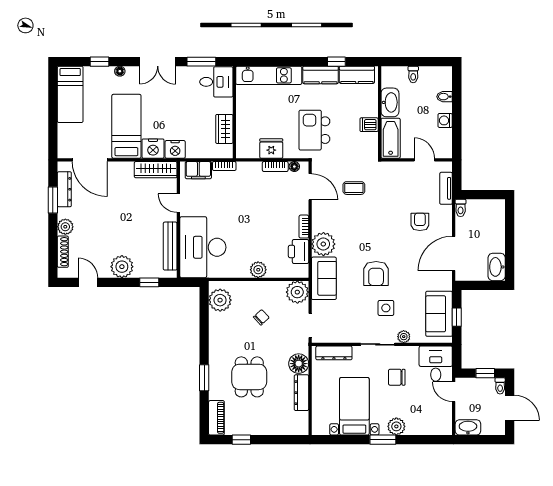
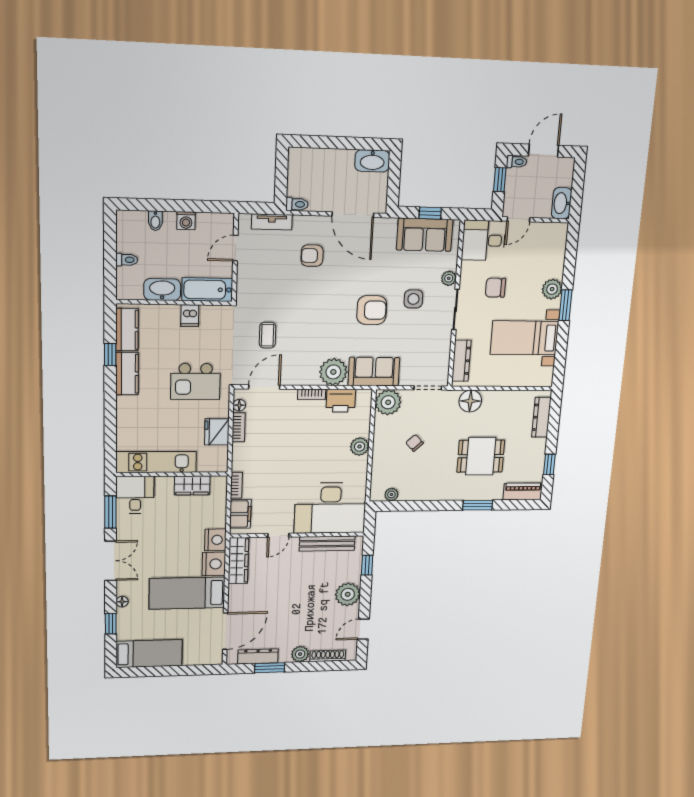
kitchen unit: (269, 75) -> (156, 462), moved, turned -90
plant: (220, 300) -> (391, 494), width x0.53, depth x0.53
chair: (397, 377) -> (495, 288), turned 90
dresser: (301, 393) -> (541, 417), moved, turned 90

